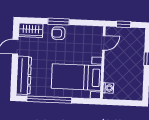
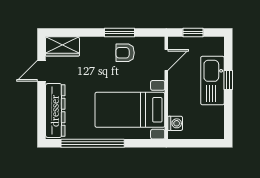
window: (59, 22) -> (119, 33), moved
armchair: (58, 33) -> (125, 53), moved
kitchen sink: (136, 59) -> (212, 81), added

